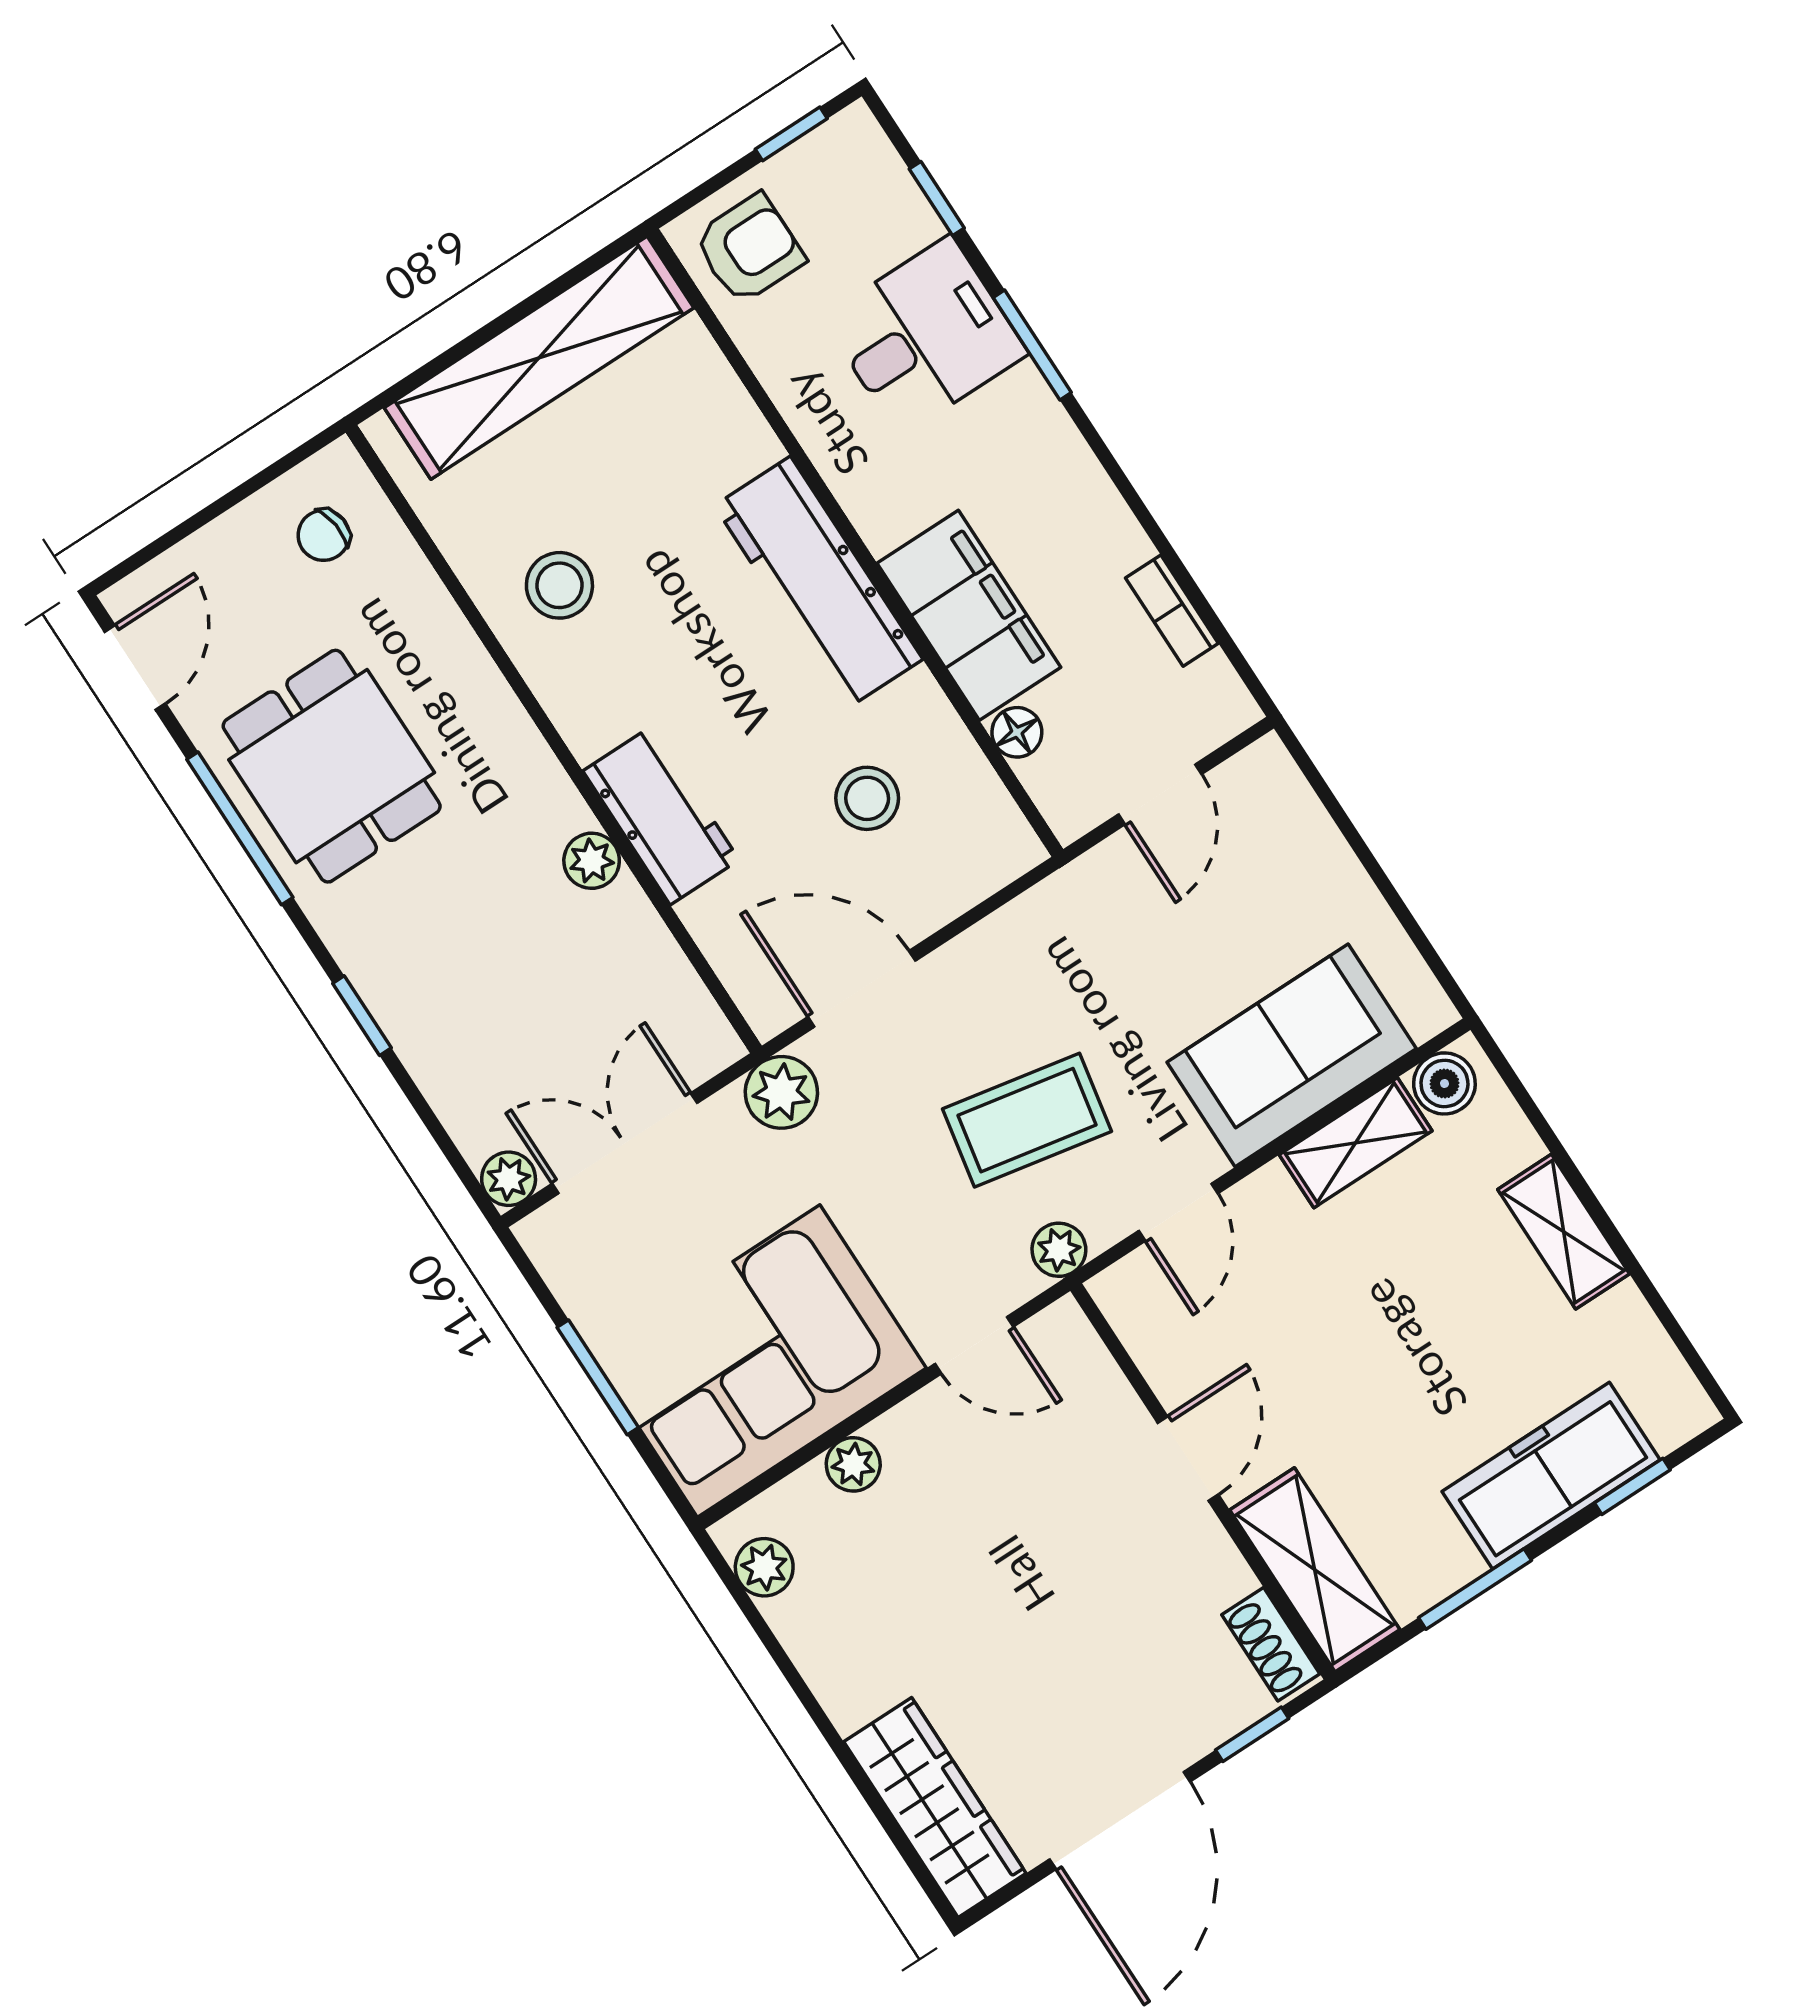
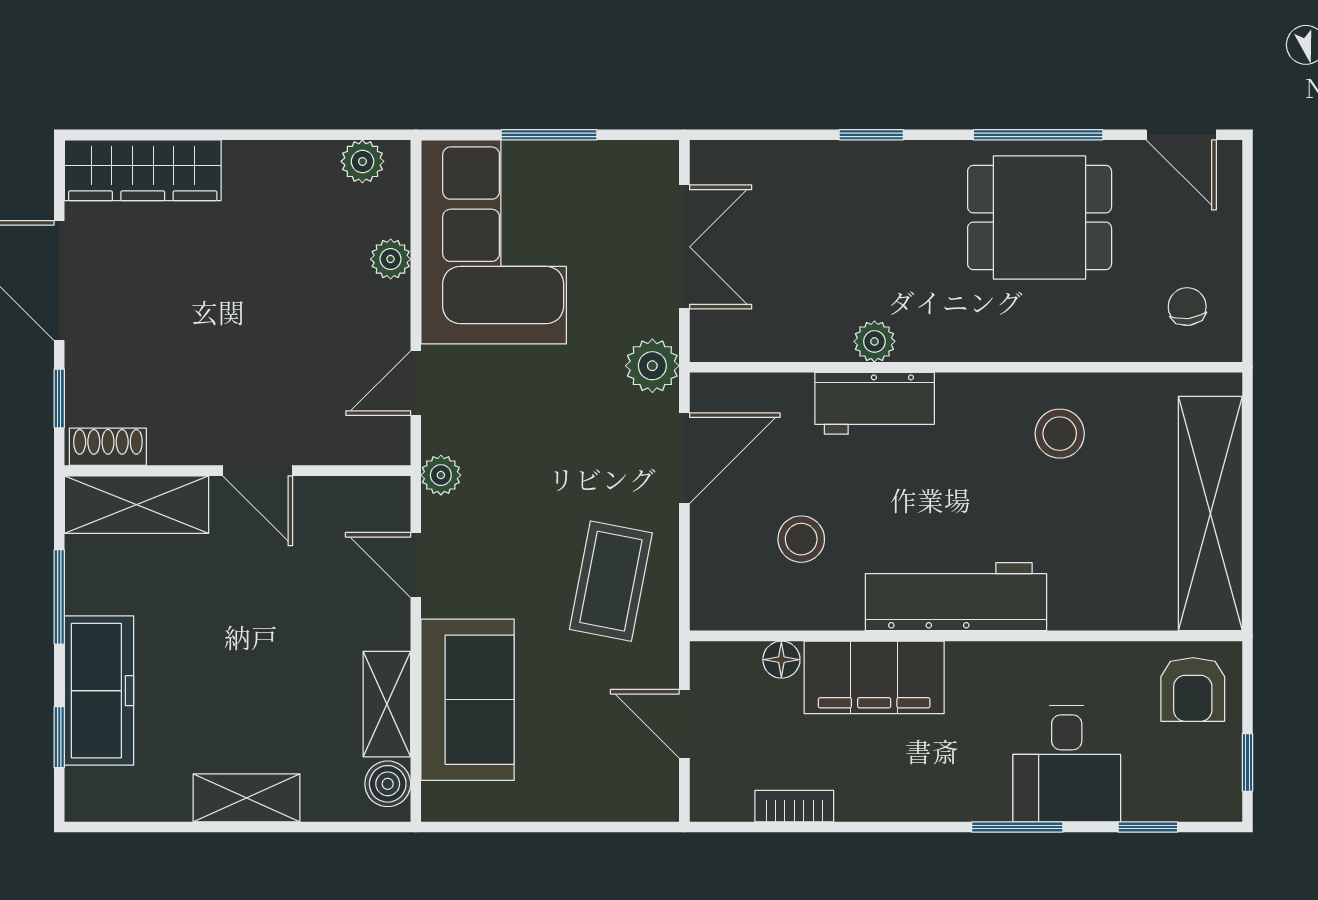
coffee table: (1027, 1120) -> (611, 581), moved
plant: (509, 1179) -> (710, 160), removed

